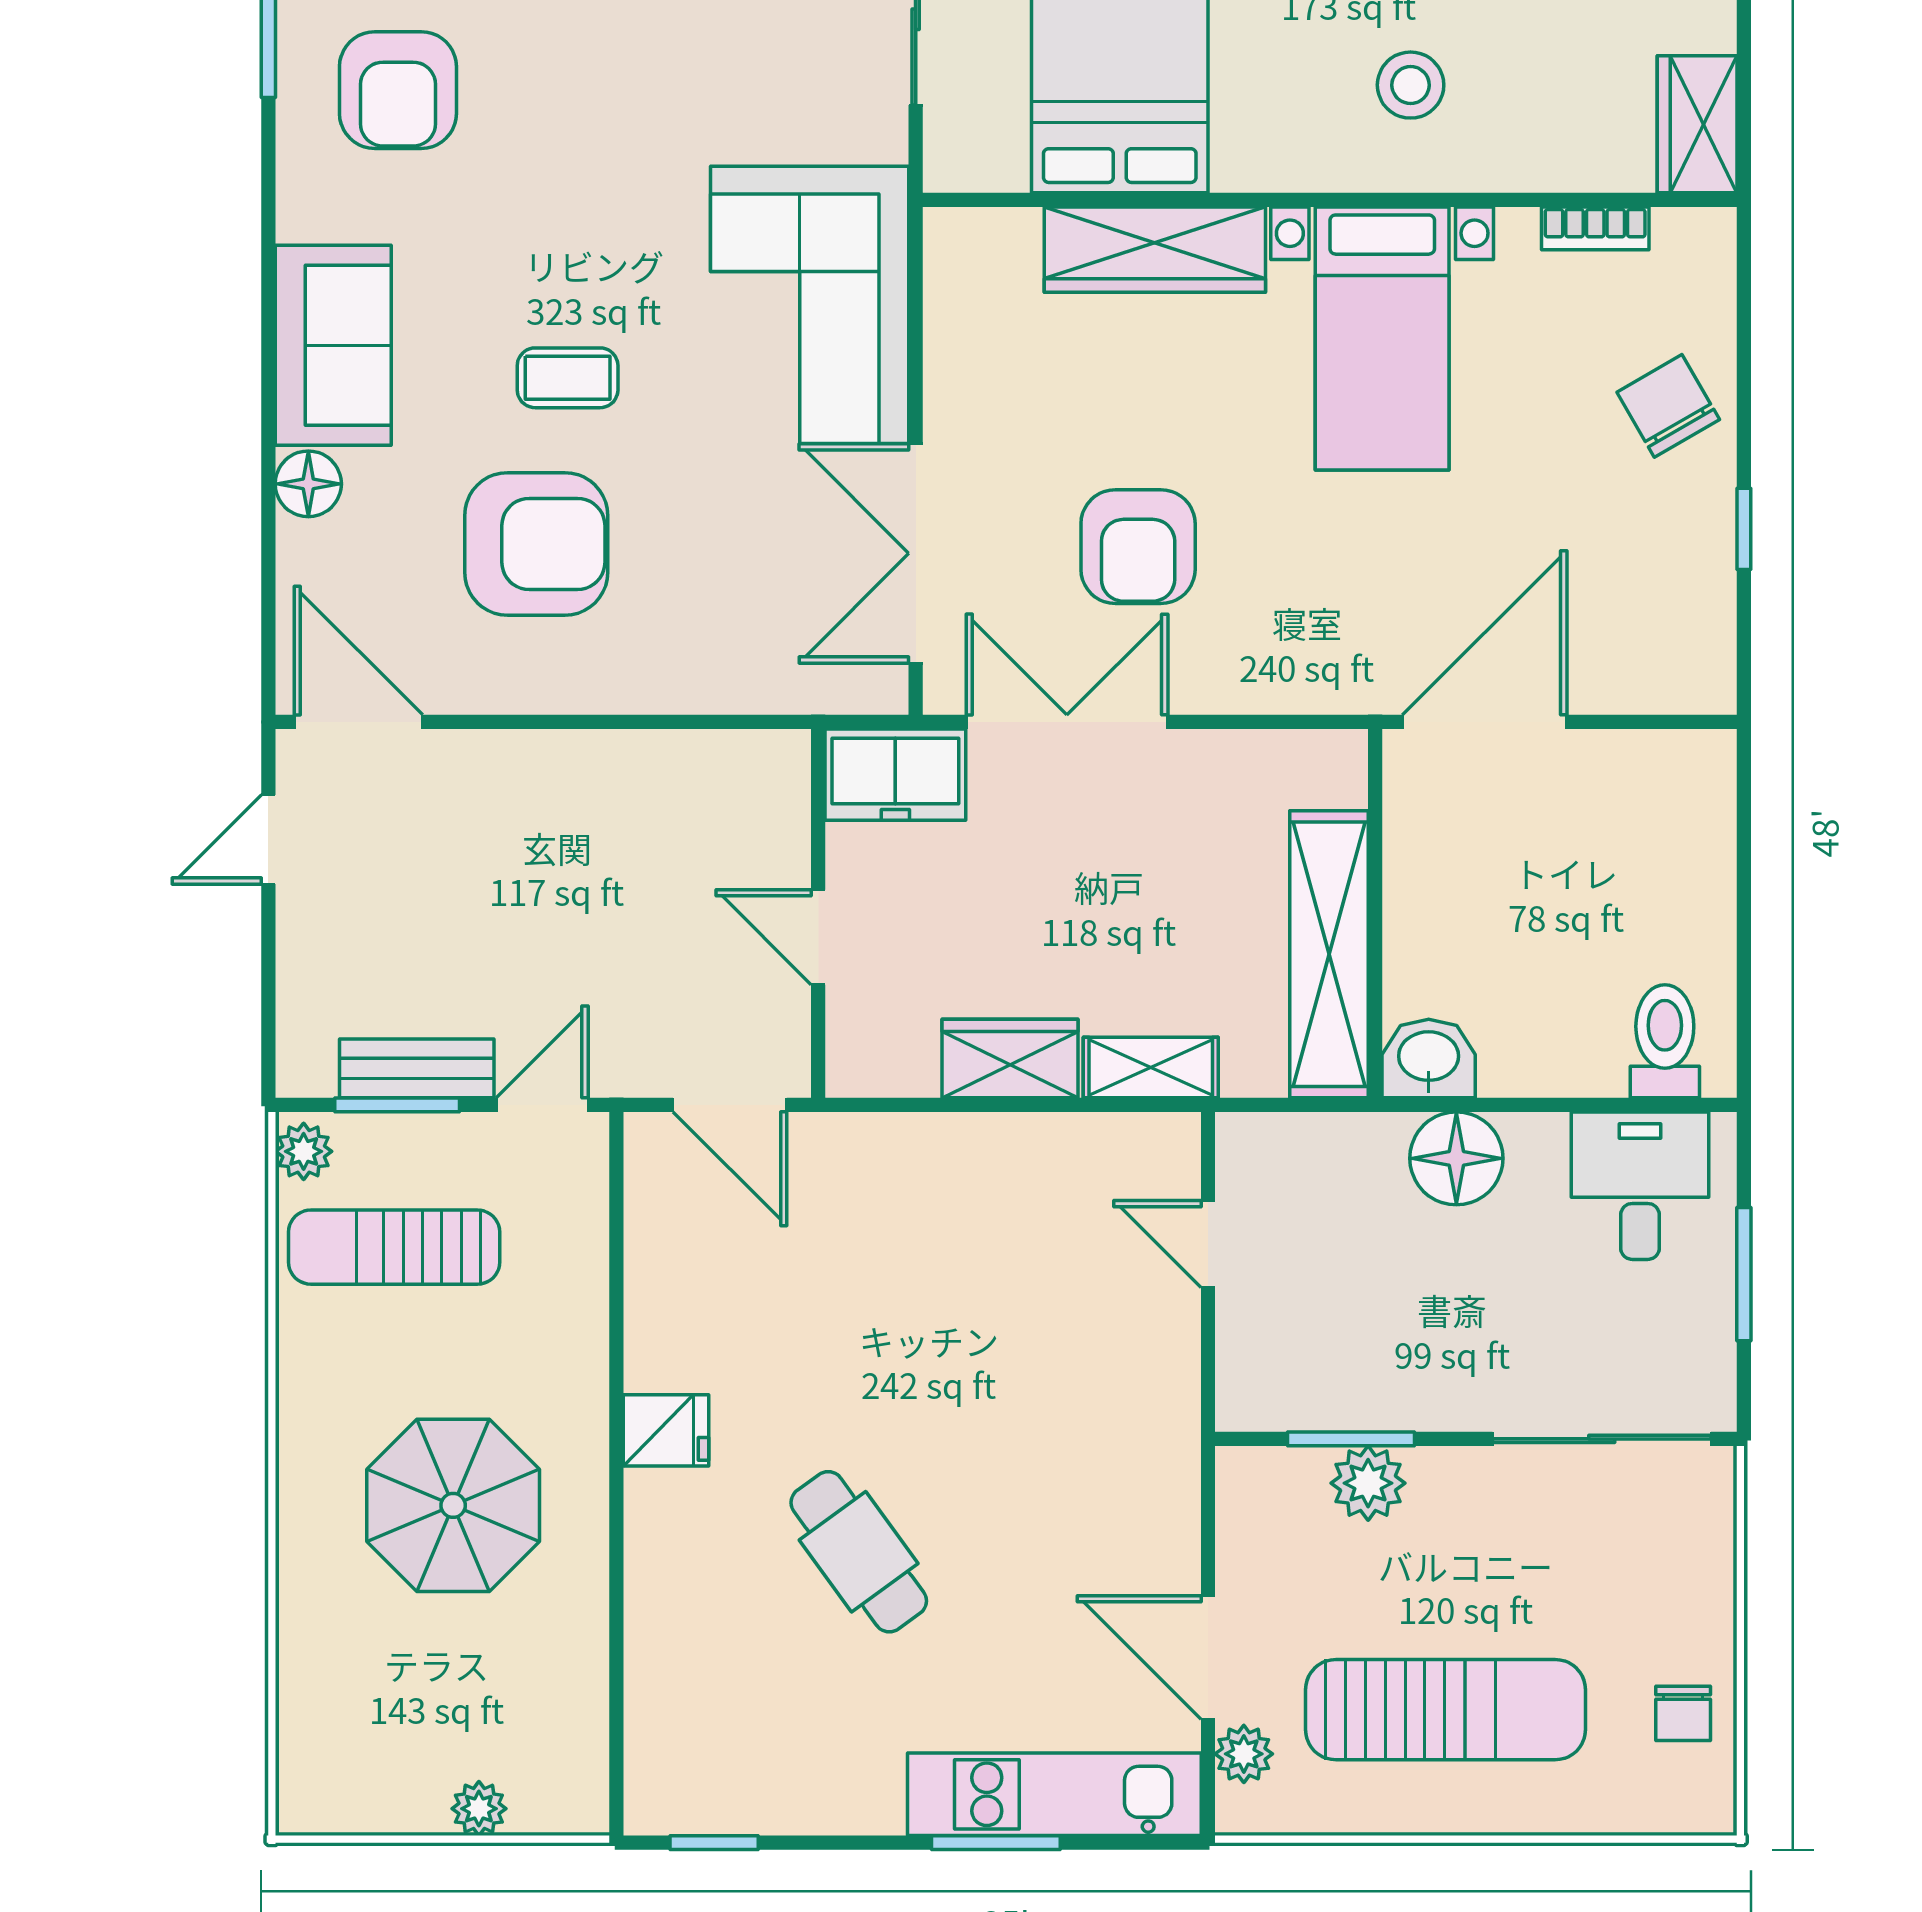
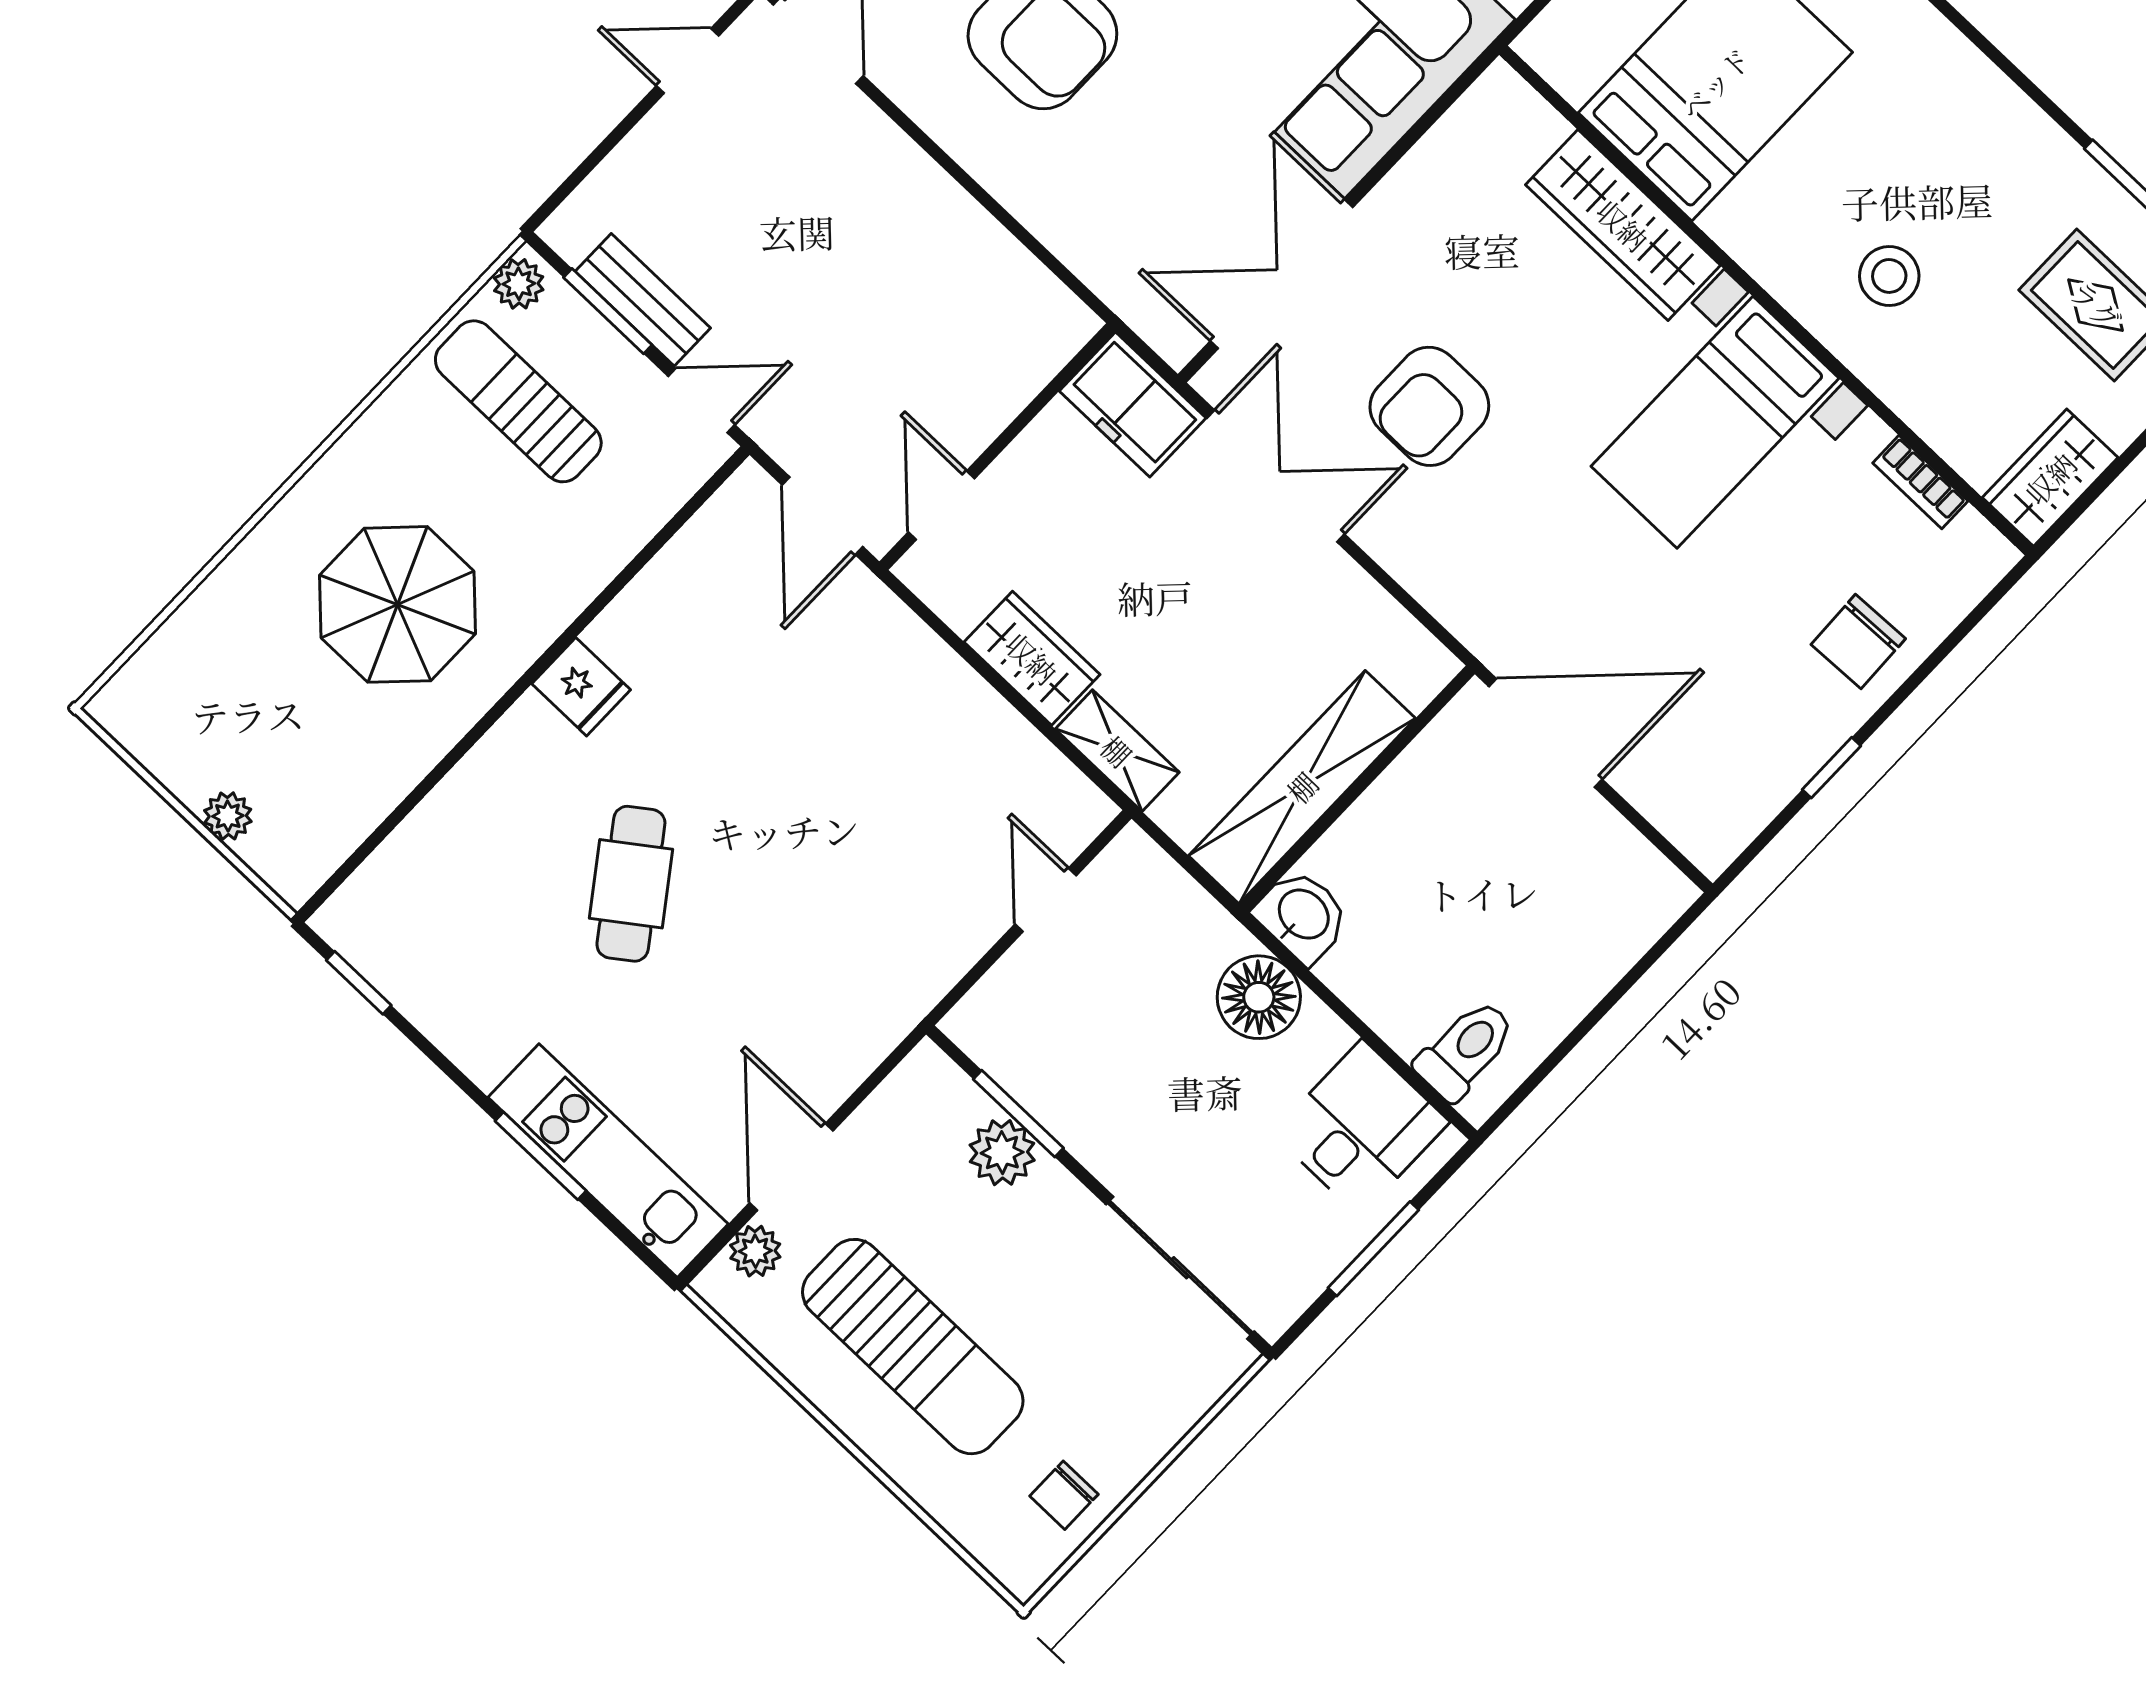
chair: (1668, 406) -> (1858, 642), turned -152
door: (818, 937) -> (942, 505), moved

